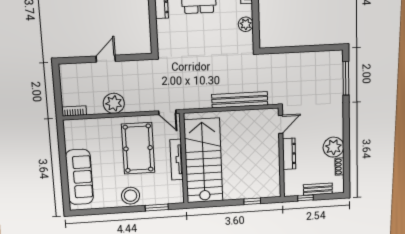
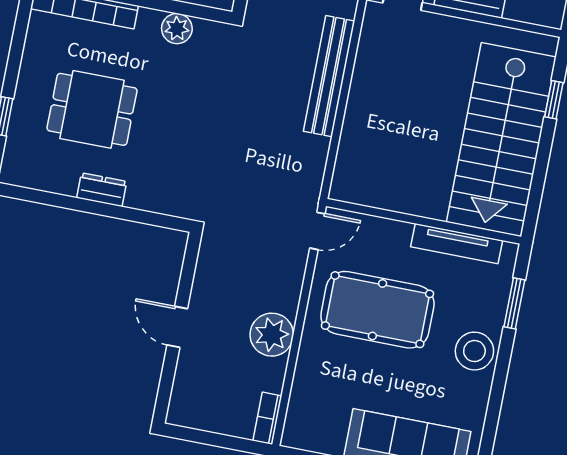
tv unit: (176, 160) -> (457, 244), moved
stairs: (203, 161) -> (501, 140), moved, turned -90

